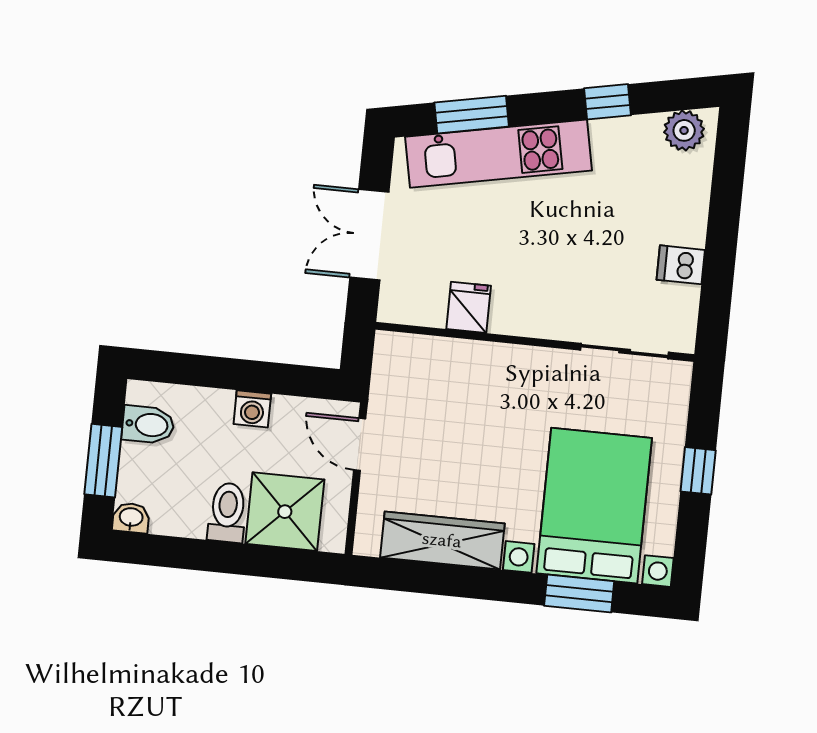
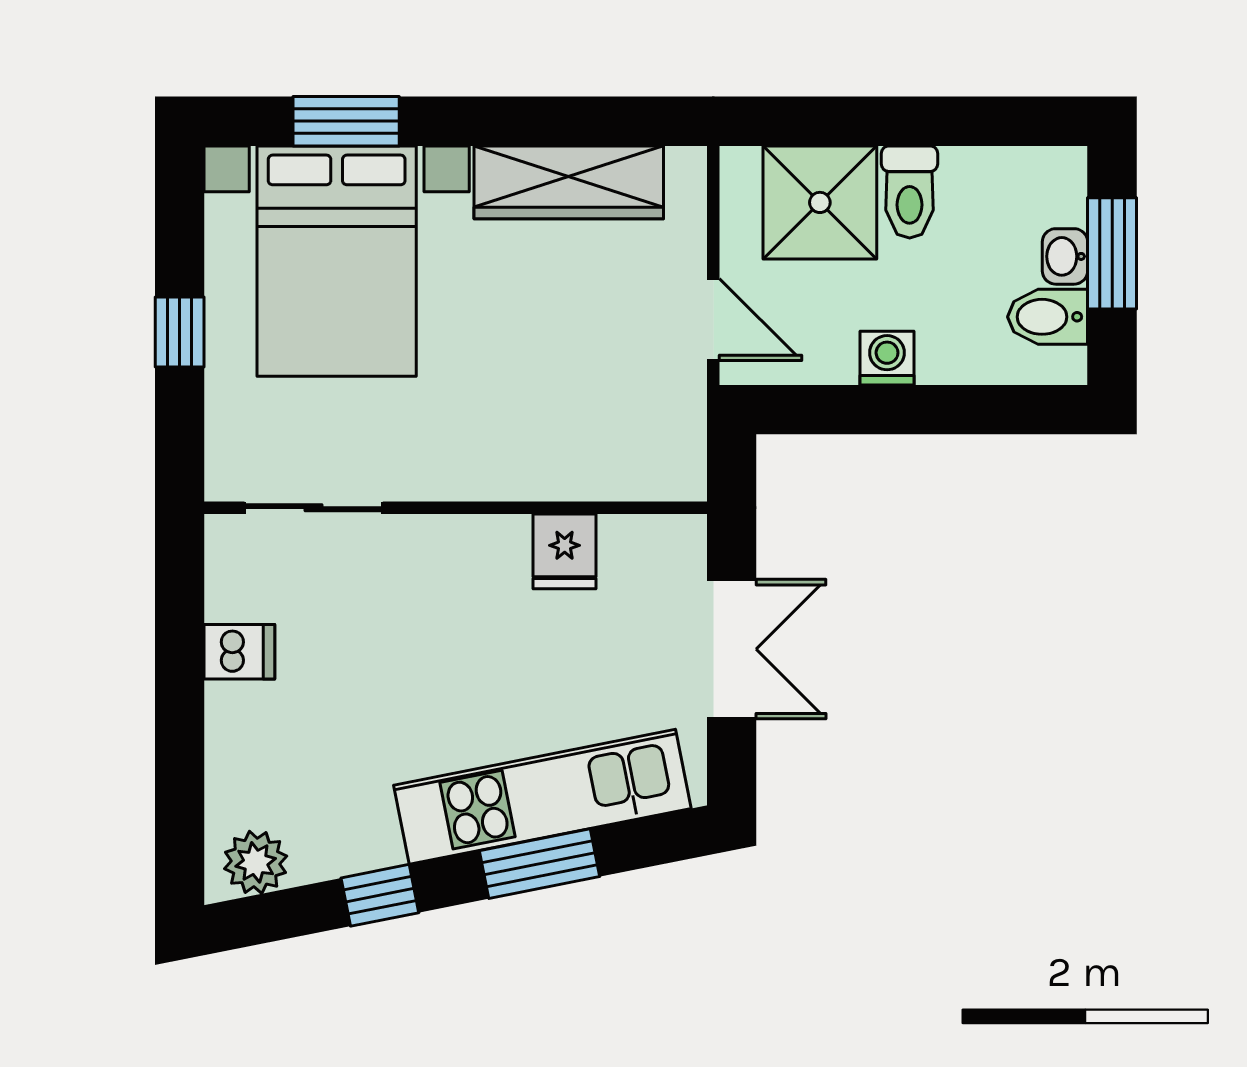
window: (472, 115) -> (540, 864), moved
washbasin: (131, 518) -> (1065, 256), moved, turned 90

